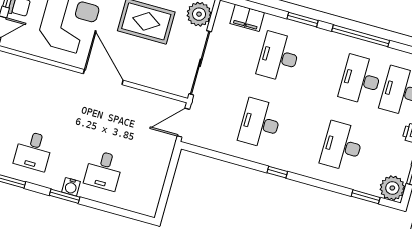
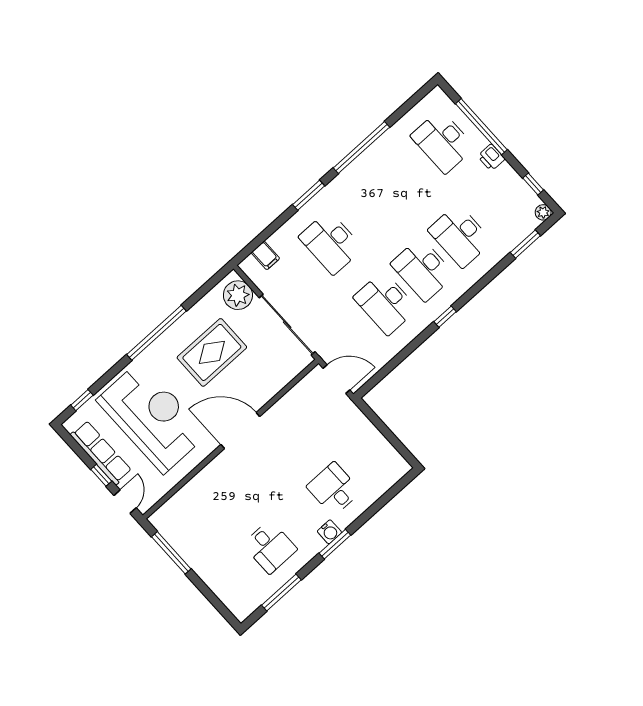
filing cabinet: (247, 18) -> (265, 255), width x0.50
desk: (361, 80) -> (423, 269), moved
door: (183, 123) -> (336, 379), swing flipped
desk: (104, 170) -> (334, 489), turned 180
plant: (392, 188) -> (543, 212), width x0.53, depth x0.53

